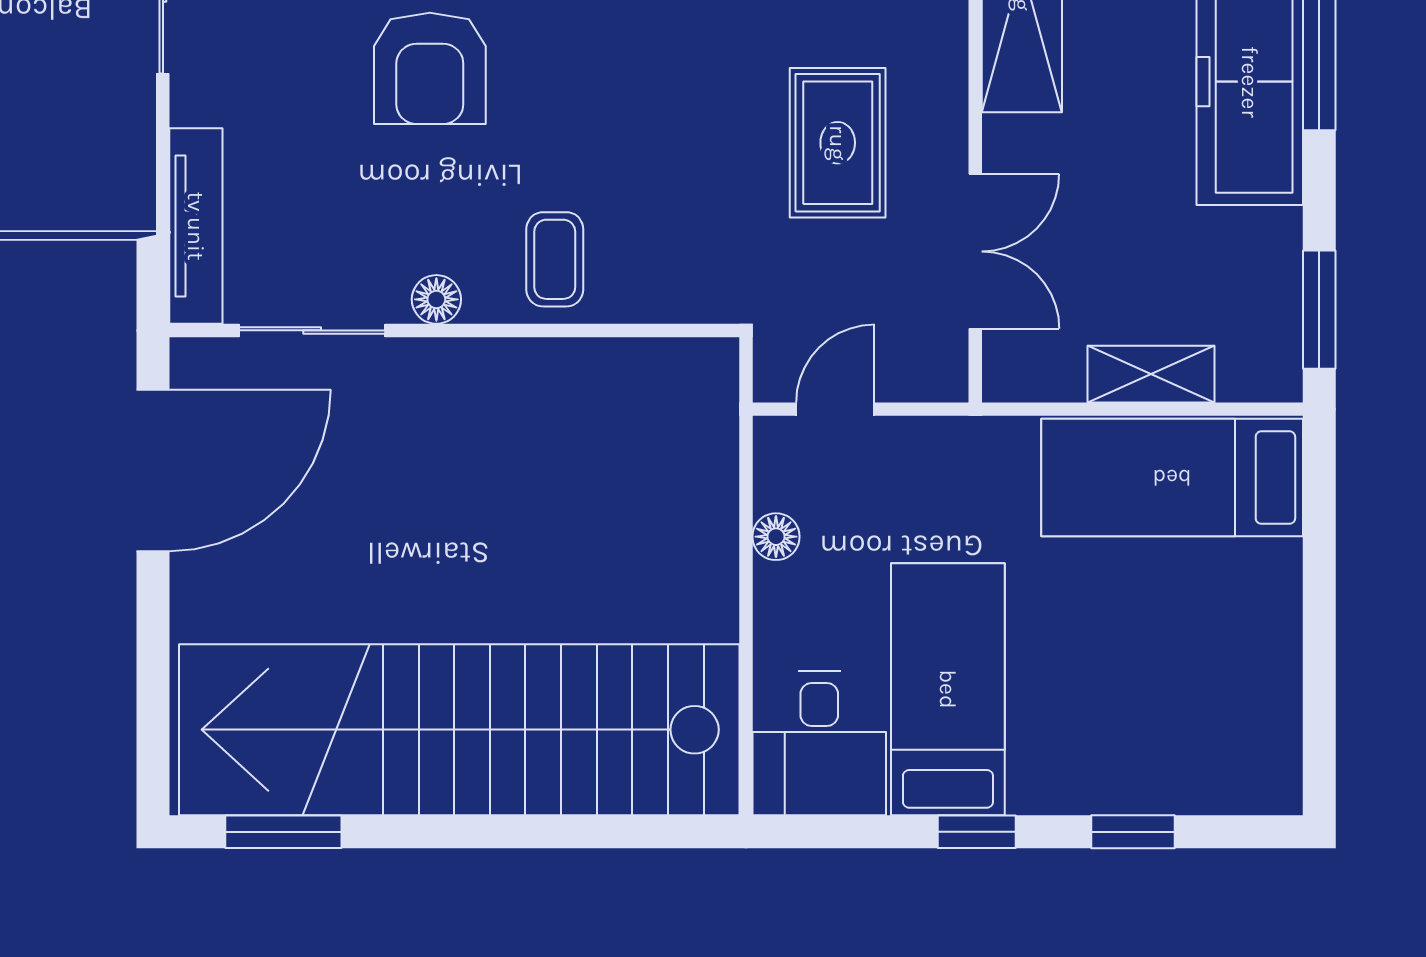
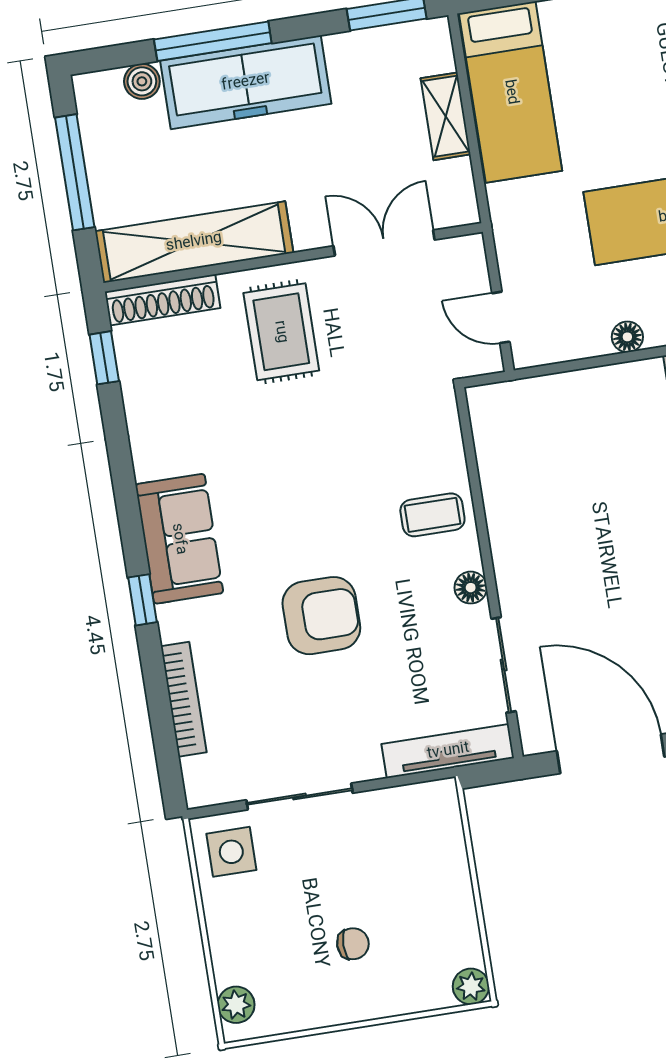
rug: (838, 143) -> (281, 332), moved, turned 90
floor lamp: (776, 537) -> (627, 337), moved

